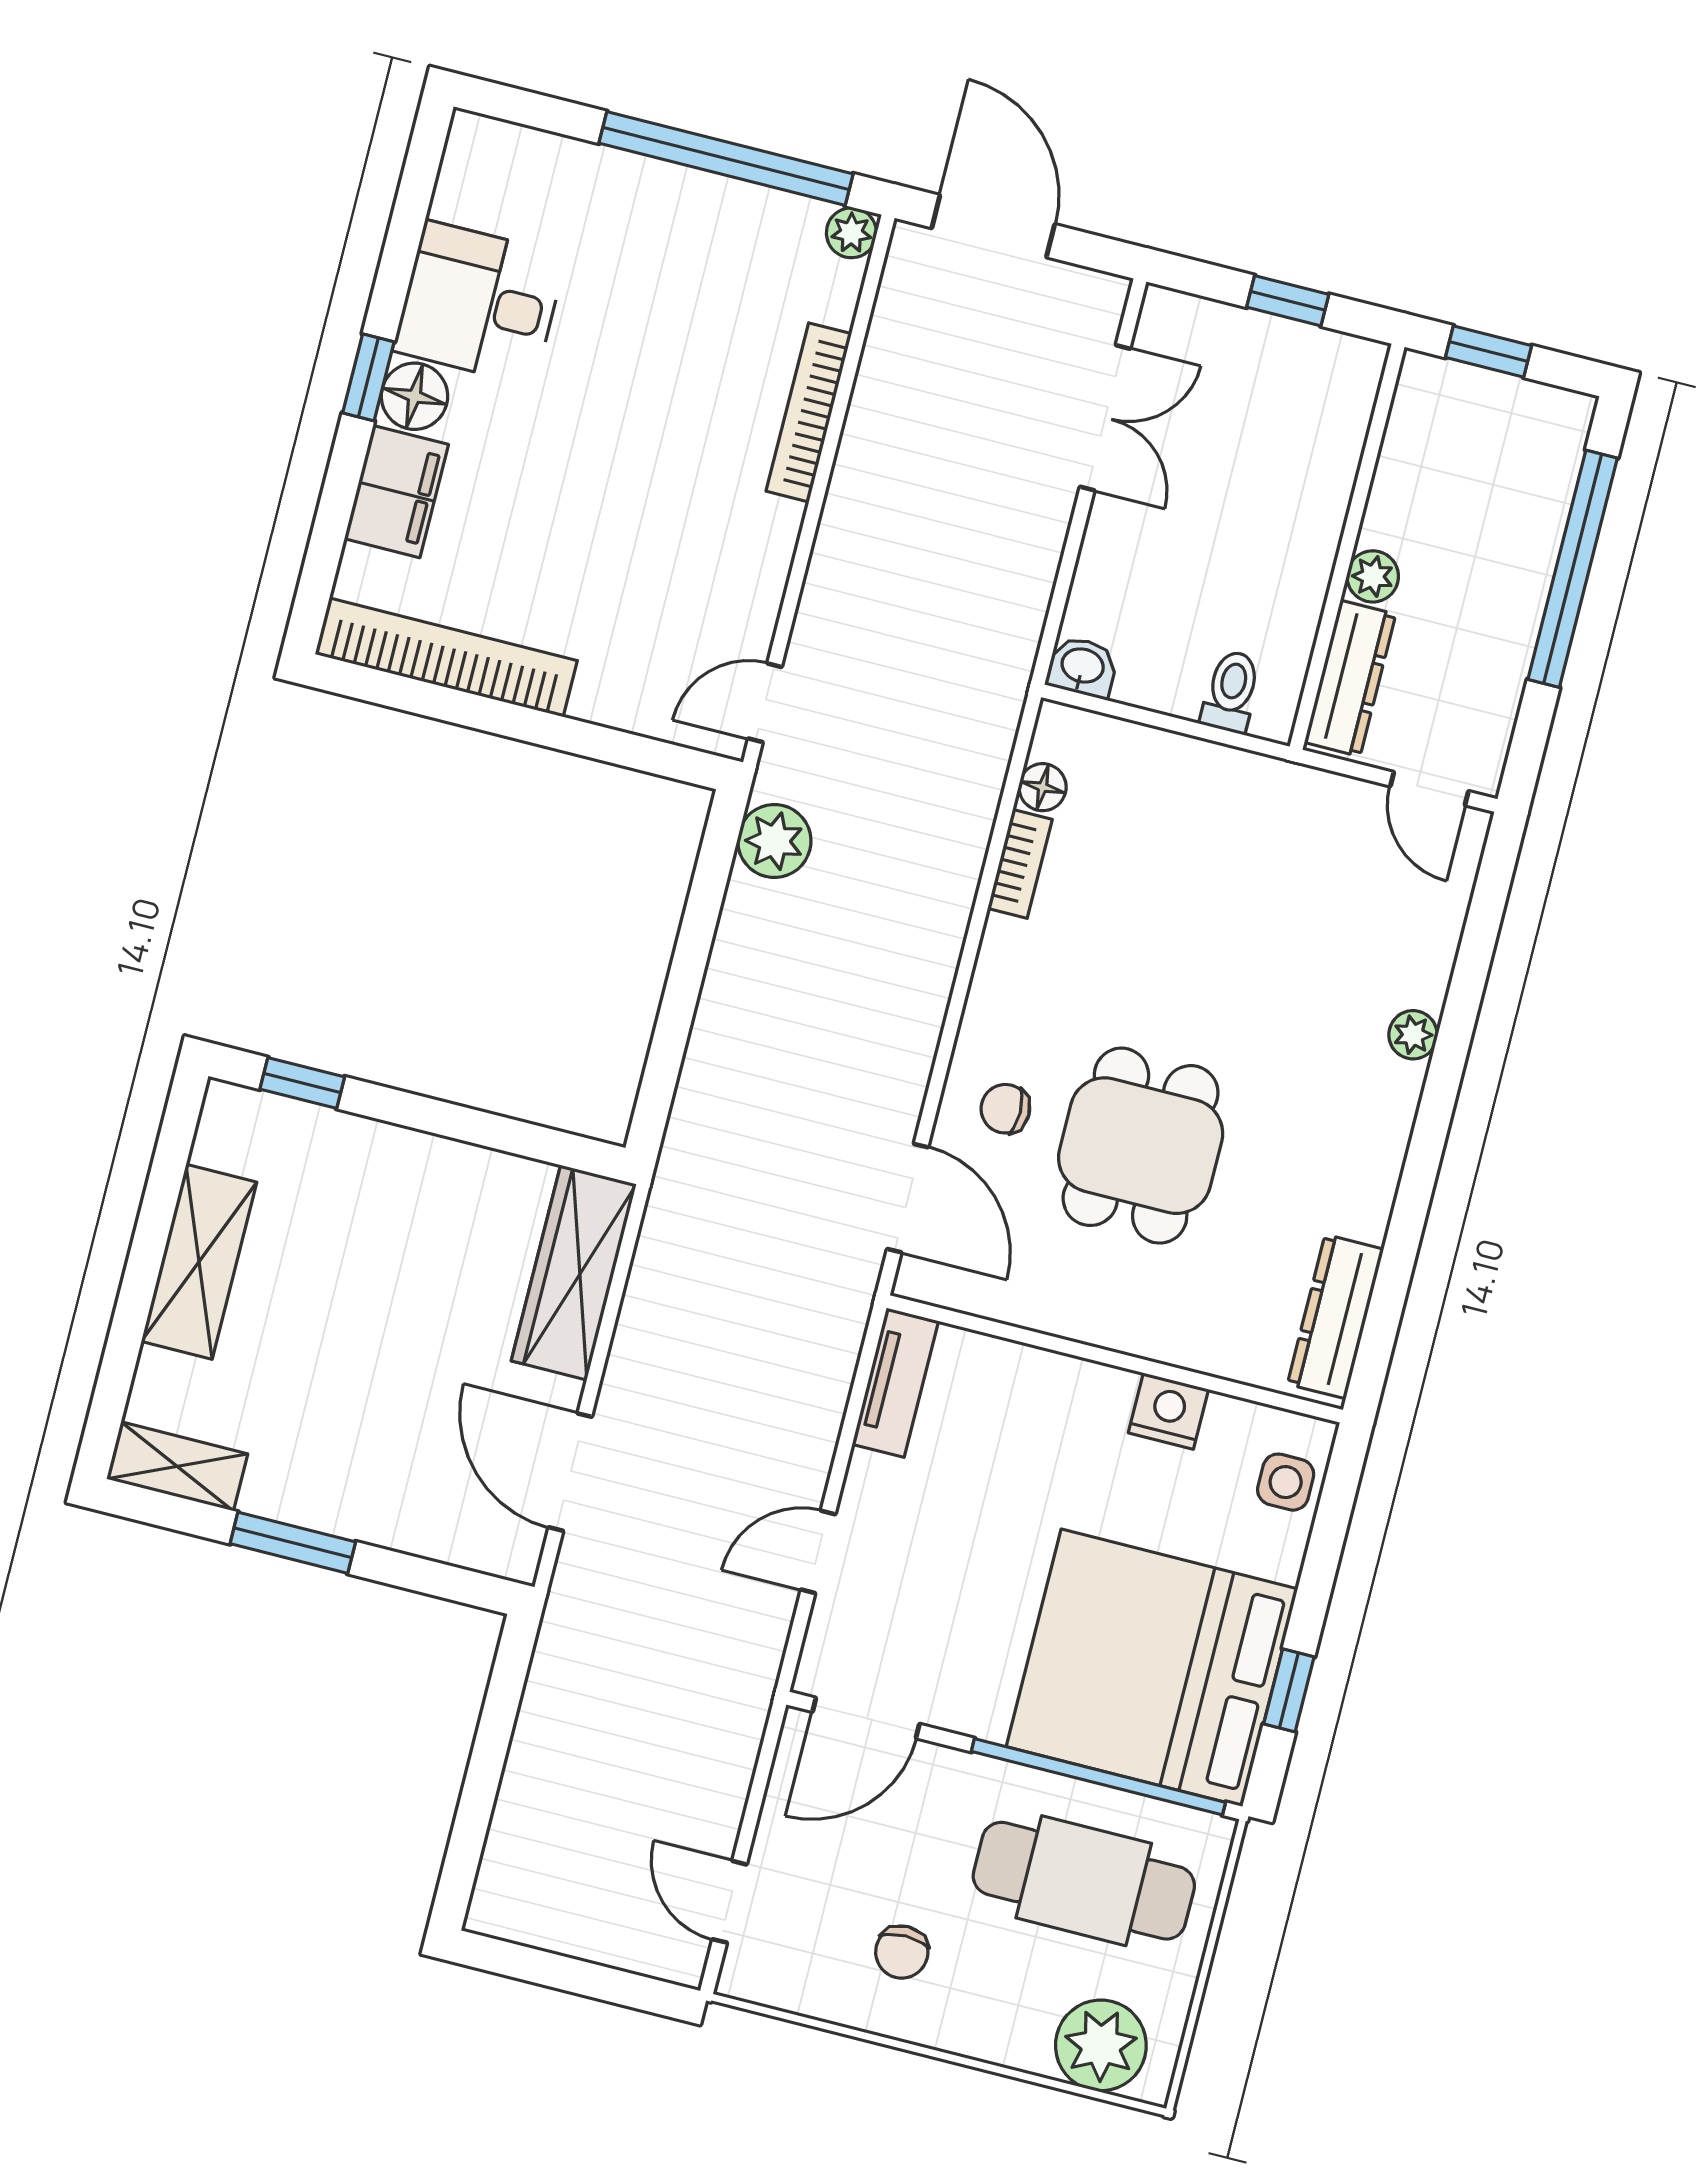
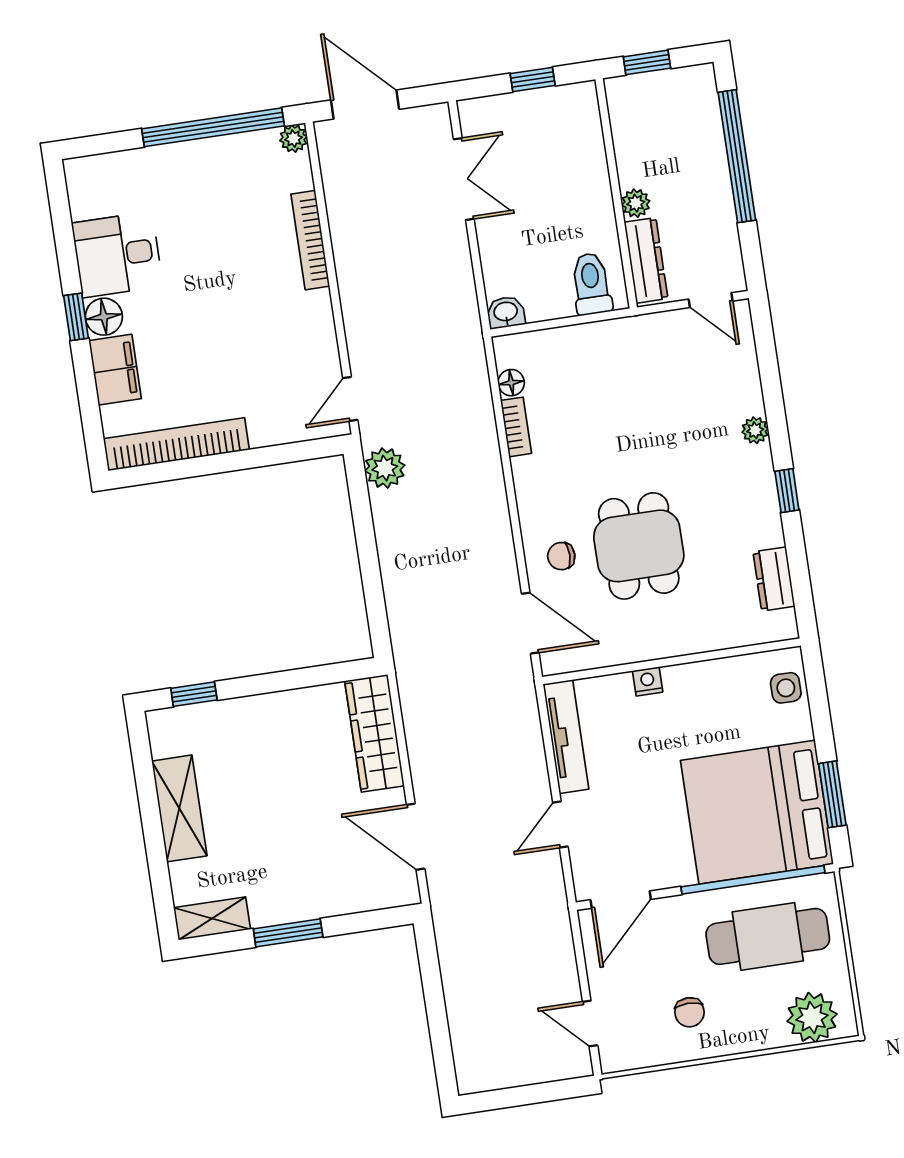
toilet: (1231, 692) -> (591, 284), width x1.37, depth x1.39
window: (1424, 1157) -> (787, 491), added
dresser: (1335, 1317) -> (774, 579), width x0.70
tv unit: (895, 1383) -> (566, 737), width x1.41
nightstand: (1168, 1411) -> (648, 681), moved, width x0.72, depth x0.74
window: (1289, 1690) -> (832, 794), width x1.50

